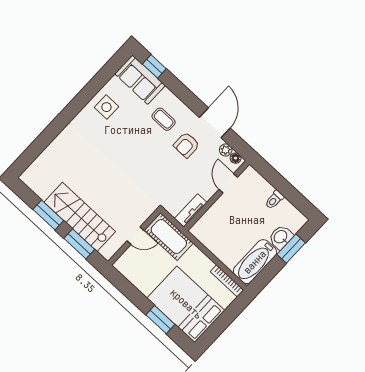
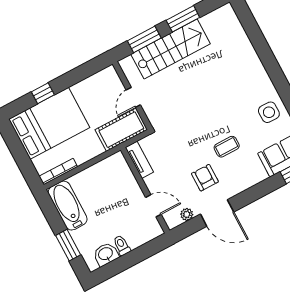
coffee table: (164, 119) -> (227, 147), moved
floor lamp: (236, 158) -> (175, 221), removed
washbasin: (281, 237) -> (106, 254), moved, turned -90
window: (160, 320) -> (43, 93), width x0.67

